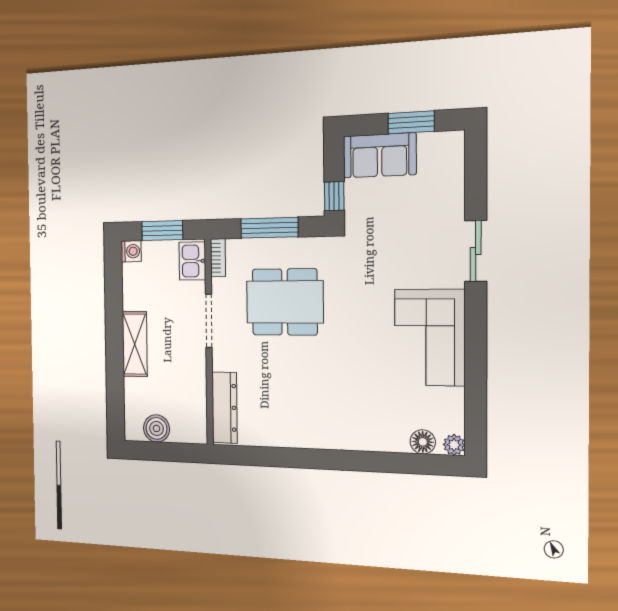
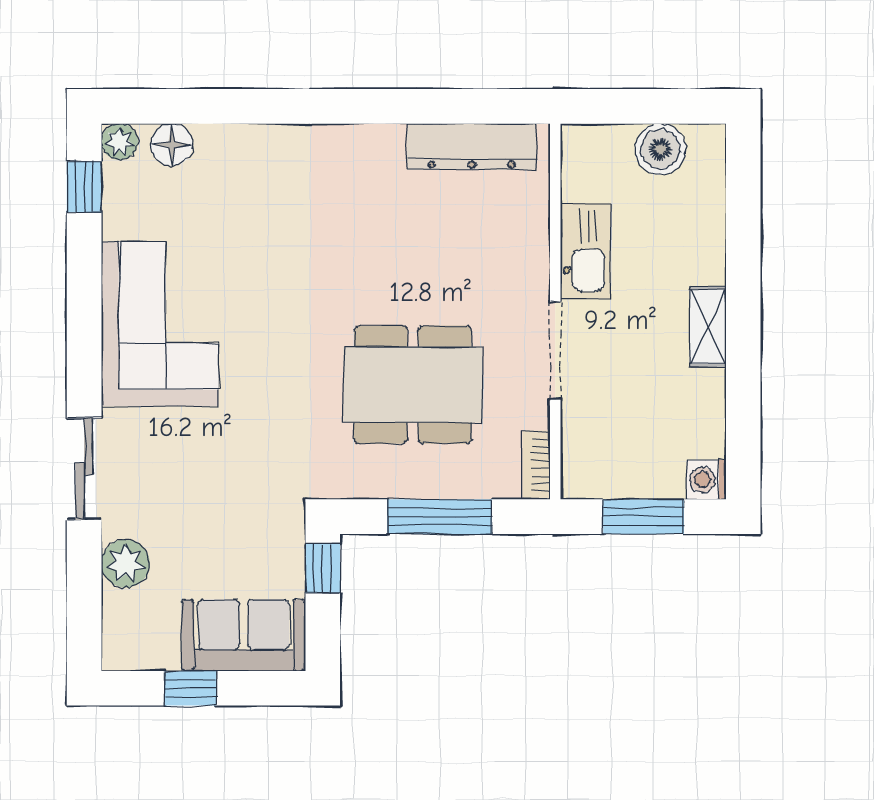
window: (411, 122) -> (190, 688), width x0.67
plant: (450, 195) -> (126, 563), added
kitchen sink: (192, 261) -> (586, 251), moved, width x1.38
shelving: (135, 344) -> (708, 327), width x0.67, depth x0.75
dresser: (224, 408) -> (472, 147), moved, turned -90
window: (476, 419) -> (84, 187), added

